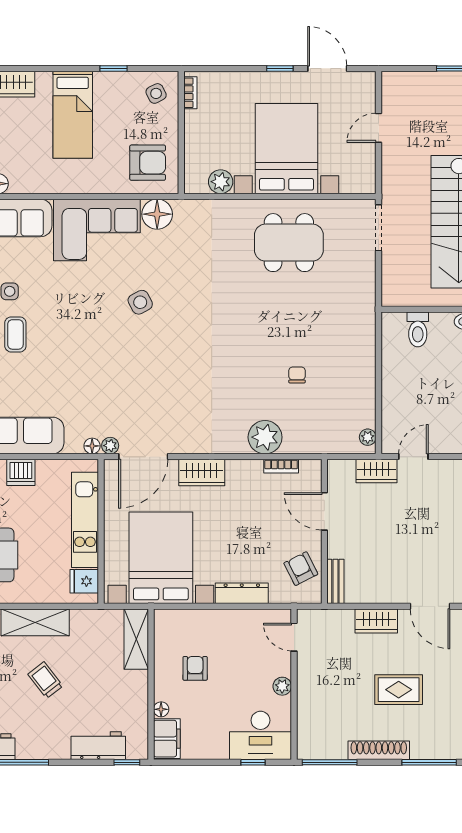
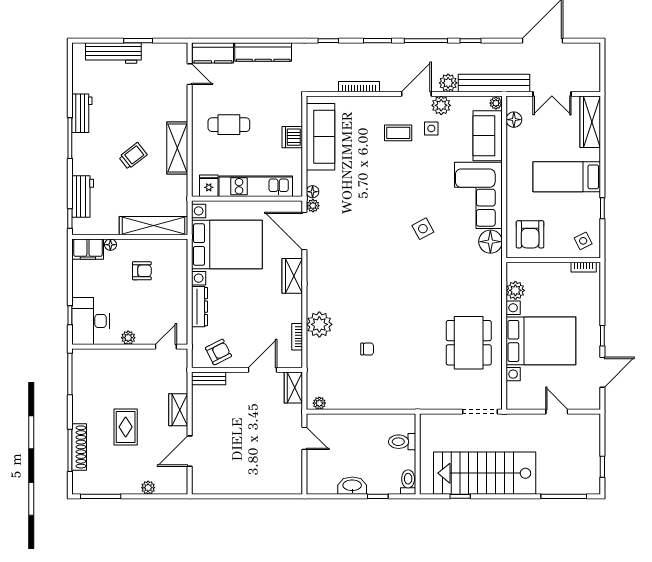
wardrobe: (377, 471) -> (293, 388), moved
shelving: (136, 639) -> (154, 226), width x1.47
shoe rack: (379, 750) -> (79, 447), moved

